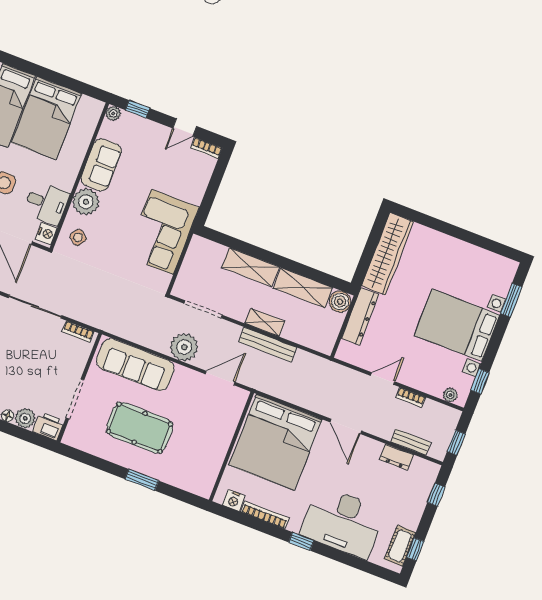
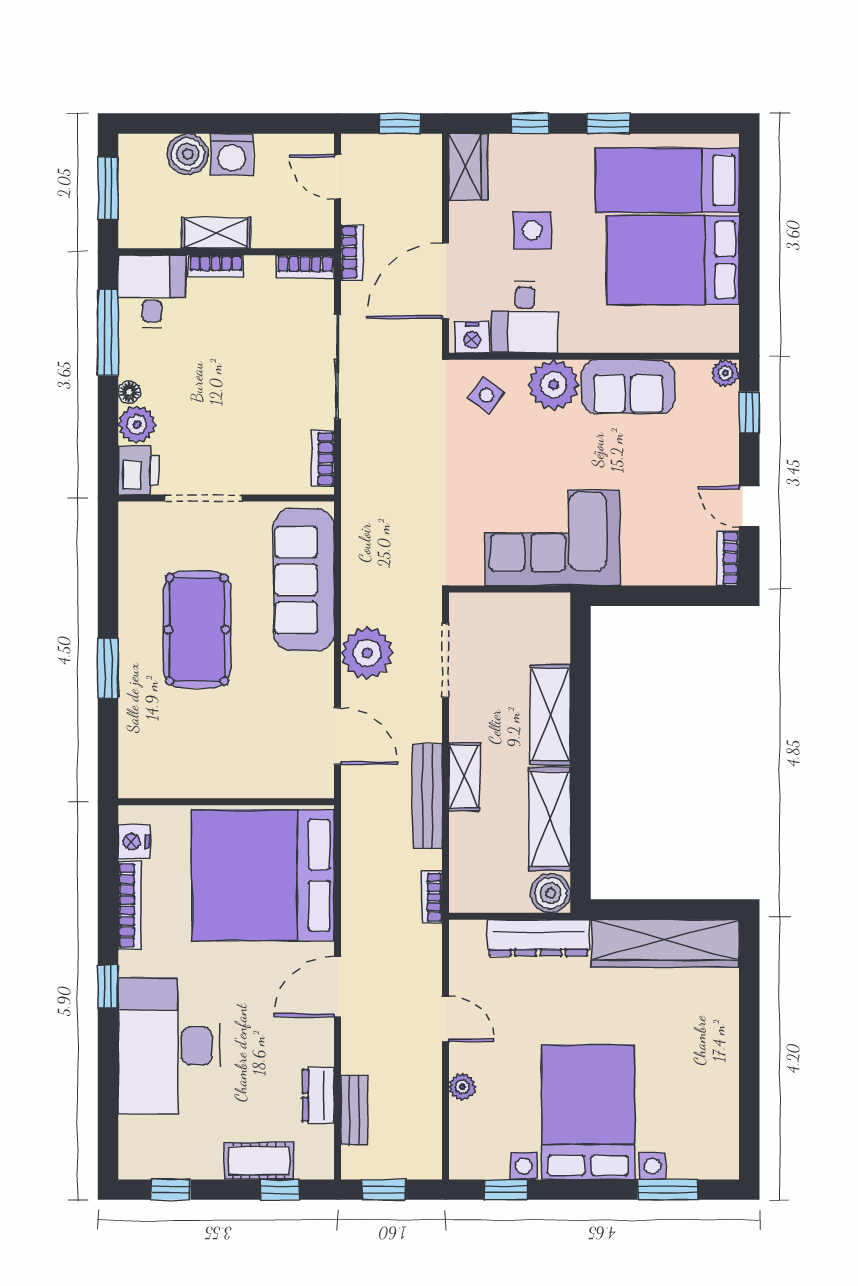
plant: (450, 395) -> (462, 1087), moved
bookcase: (411, 397) -> (432, 897), moved
cot: (400, 546) -> (259, 1161), moved

